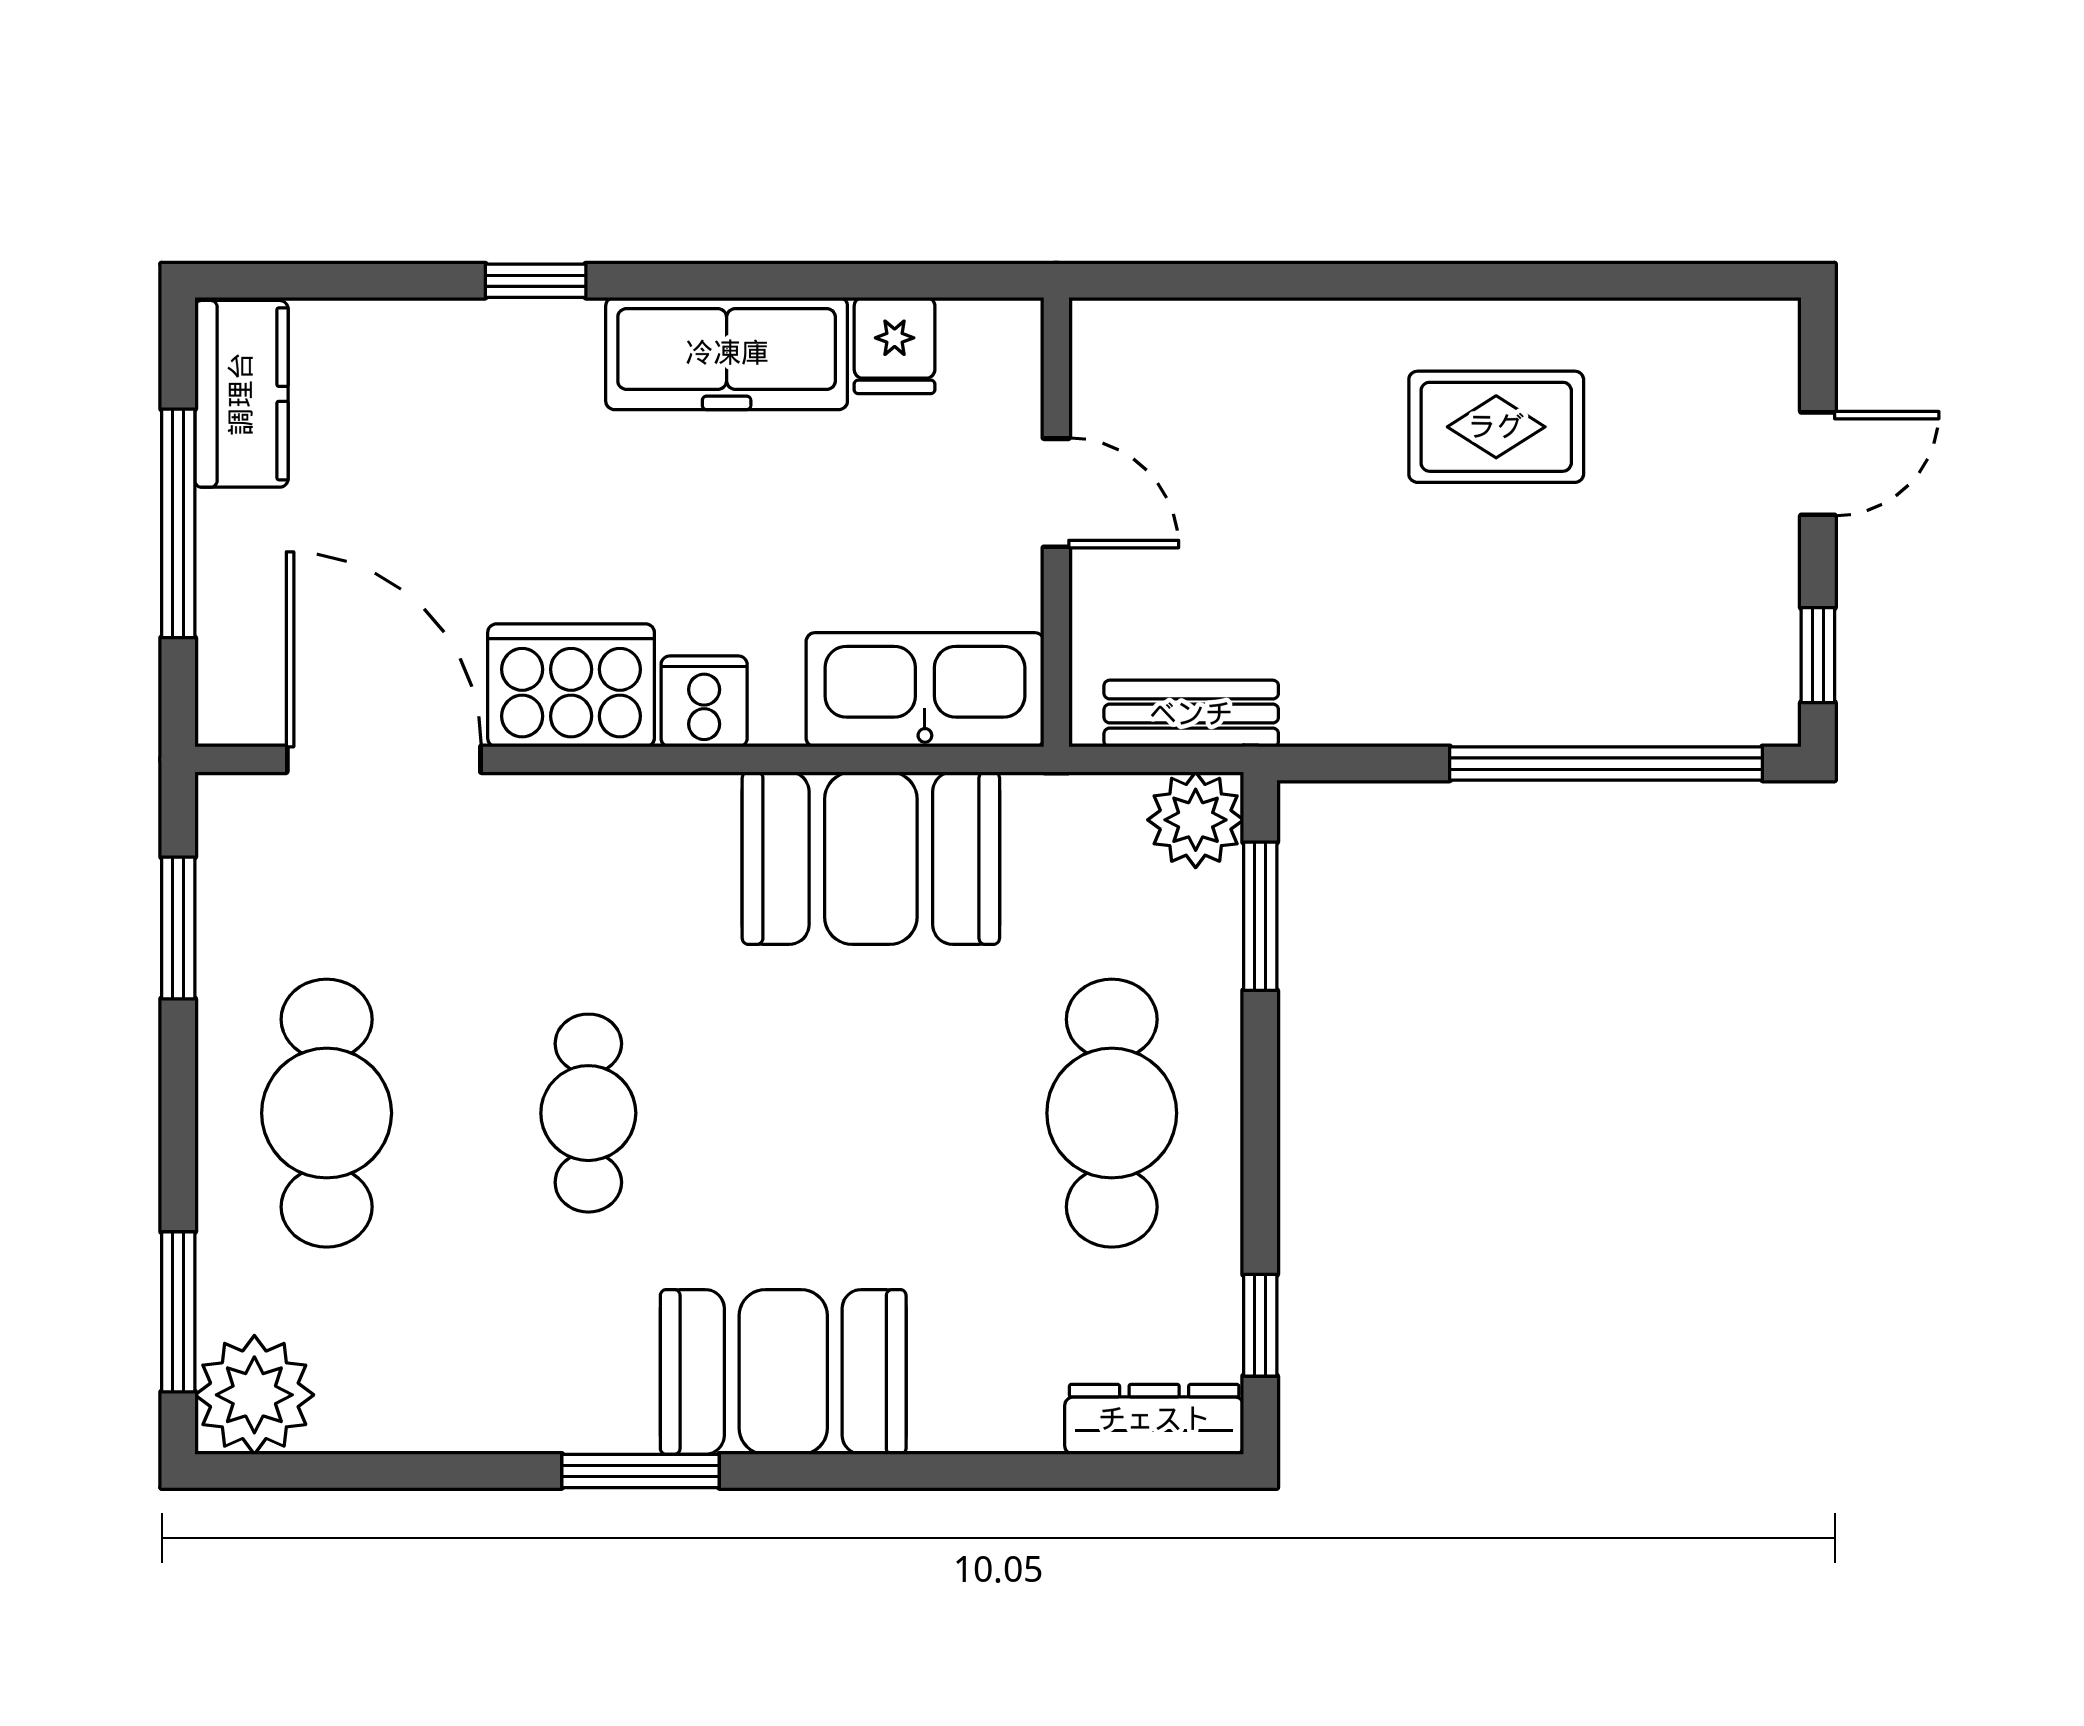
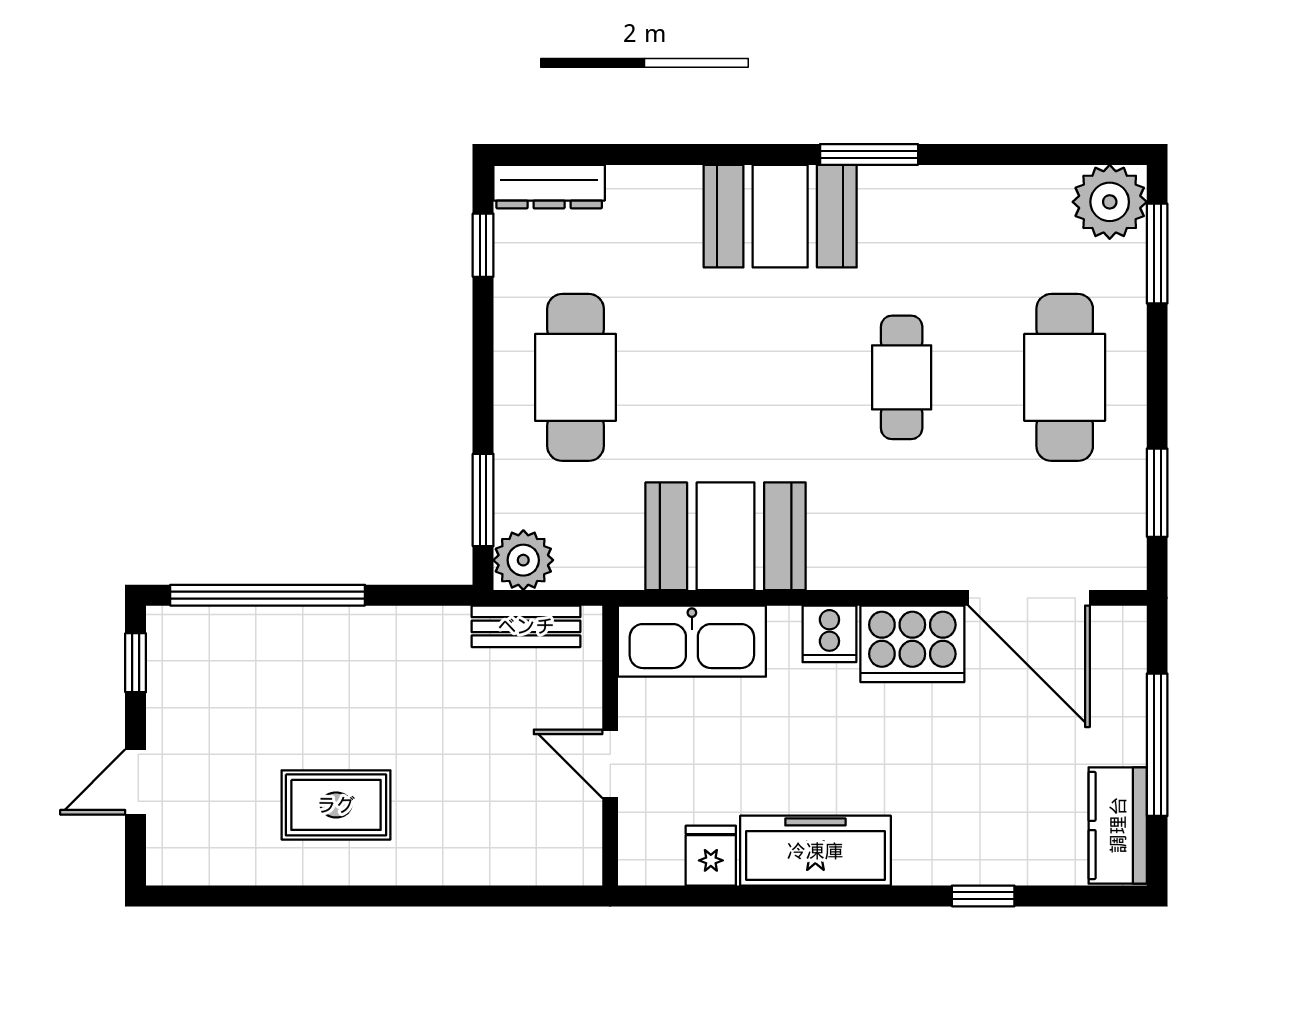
window: (536, 281) -> (983, 896), moved

